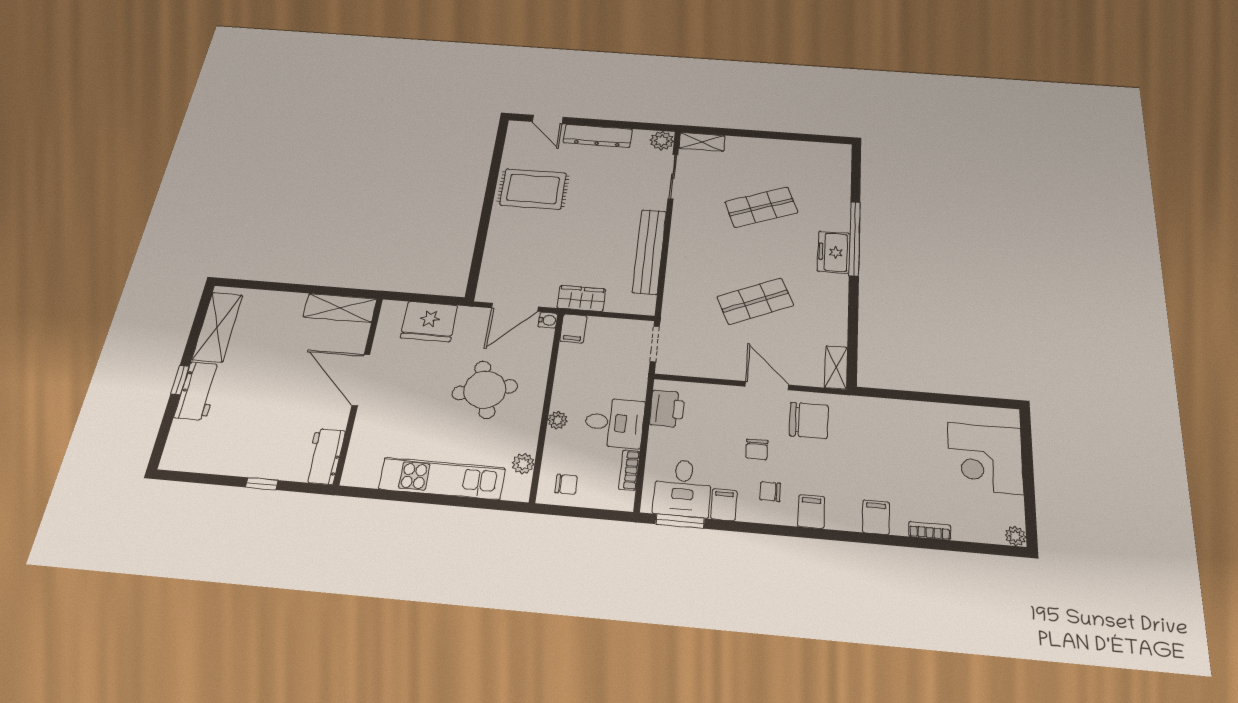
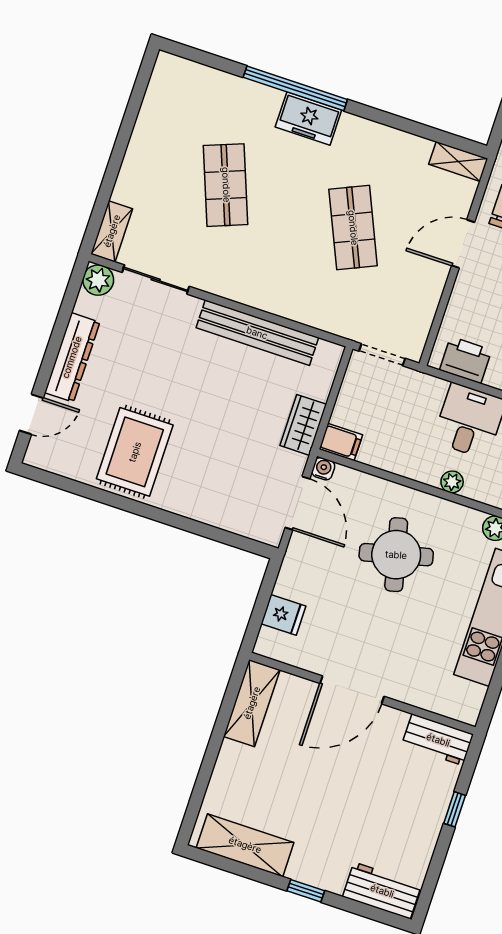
fridge: (429, 322) -> (283, 615), width x0.53, depth x0.75
workbench: (198, 391) -> (382, 891), moved

